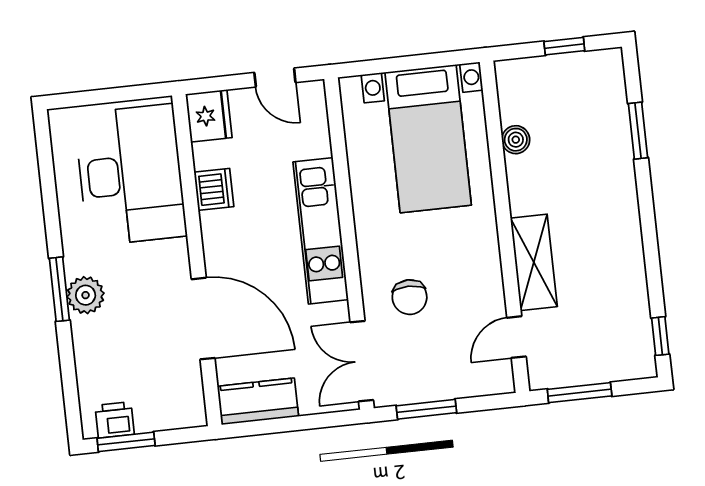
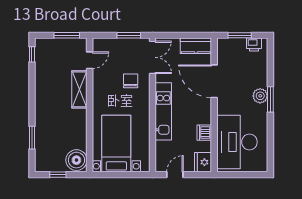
door: (275, 78) -> (175, 175), hinge flipped
boiler: (516, 140) -> (76, 160), moved, width x1.86, depth x1.86
window: (126, 442) -> (240, 35), moved

